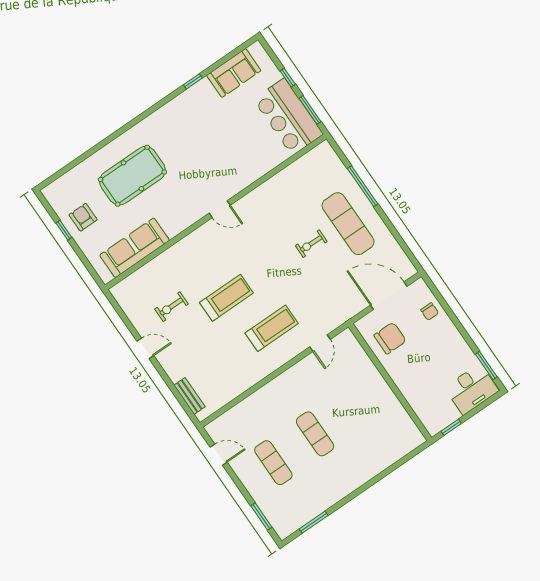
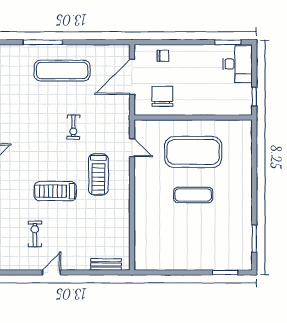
exercise bike: (311, 244) -> (73, 127), moved
treadmill: (226, 298) -> (55, 191), turned -90
exercise bike: (171, 307) -> (35, 234), turned 180
treadmill: (272, 328) -> (98, 174), turned 180
door: (219, 455) -> (161, 272), removed
exercise mat: (273, 463) -> (193, 152), moved, width x2.00, depth x1.45

